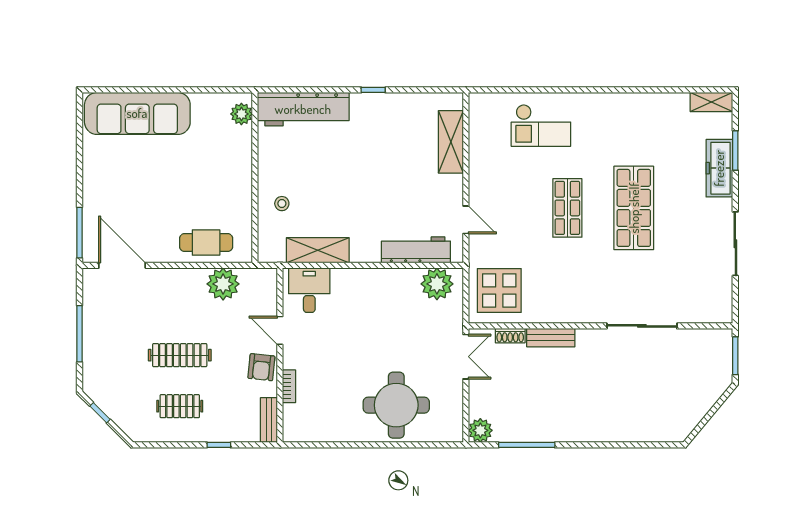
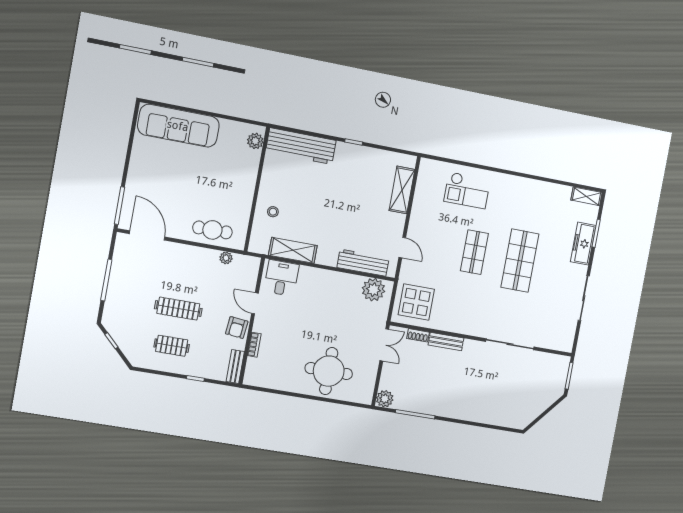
plant: (223, 284) -> (226, 258), width x0.53, depth x0.53

